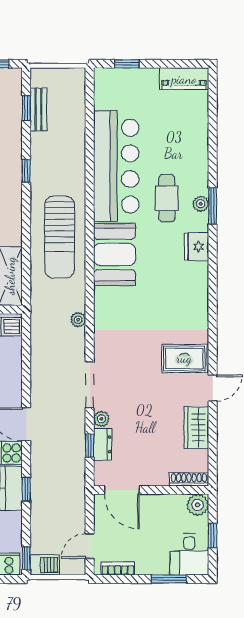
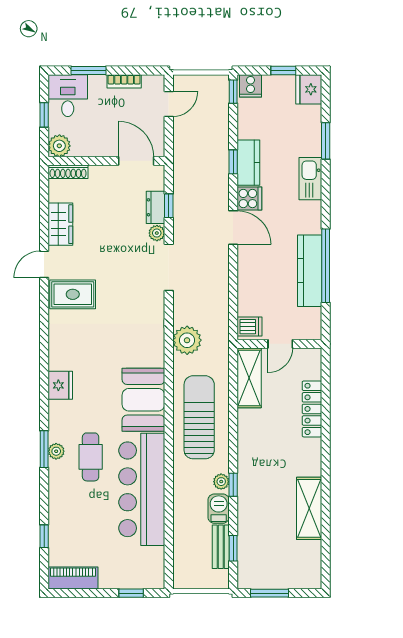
window: (213, 120) -> (44, 536), added
plant: (38, 174) -> (221, 482), added
fridge: (197, 247) -> (60, 385), moved
plant: (78, 320) -> (187, 340), width x1.87, depth x1.87
barbecue: (45, 565) -> (219, 509), moved, turned 90
bookcase: (118, 568) -> (124, 81), moved

